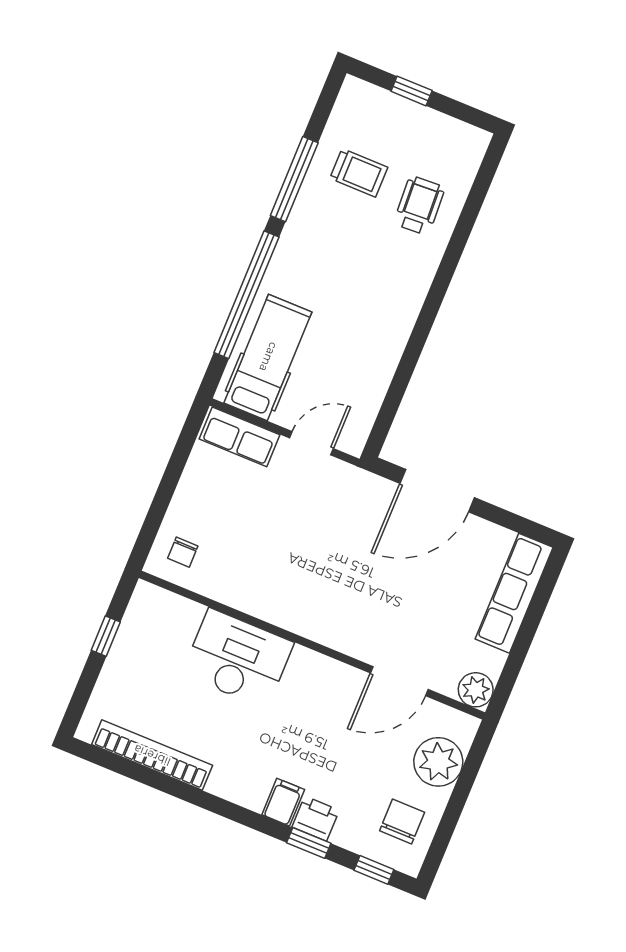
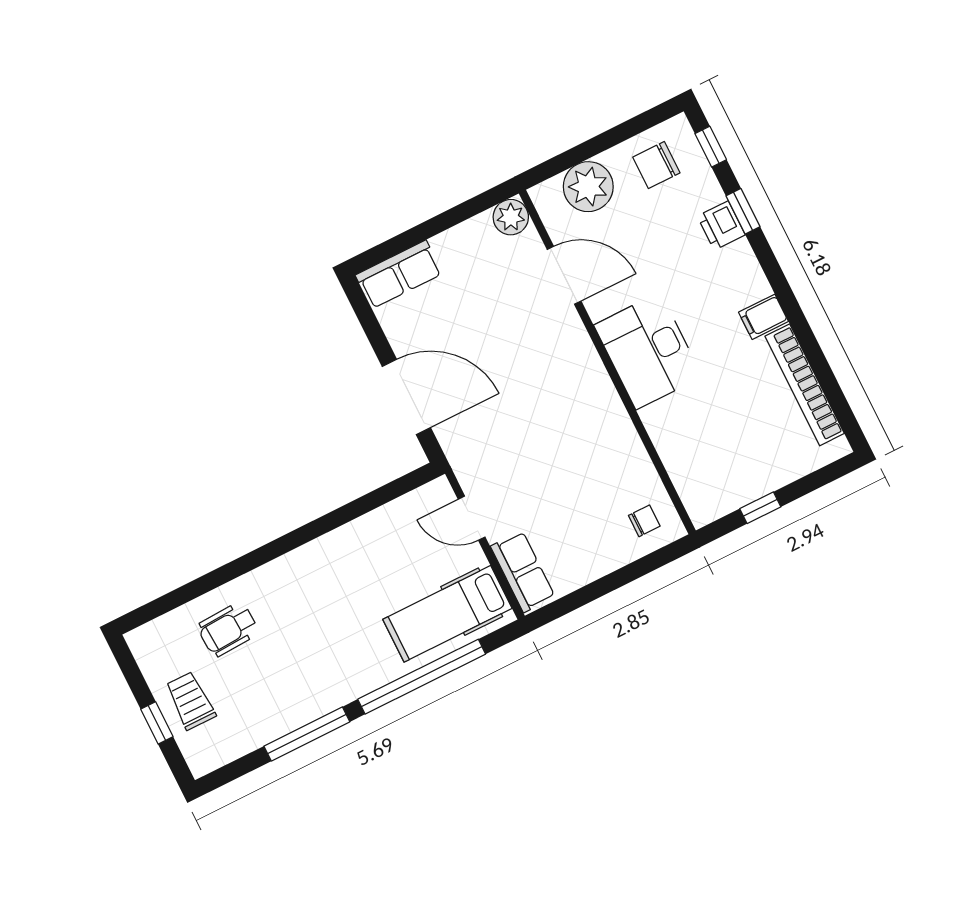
trolley: (359, 173) -> (190, 701), moved
row of seats: (514, 593) -> (399, 274), width x0.68
desk: (238, 658) -> (648, 351), moved
filing cabinet: (283, 802) -> (764, 317), moved

